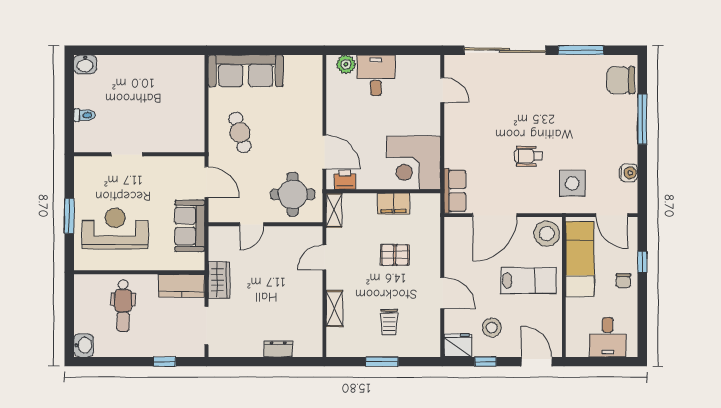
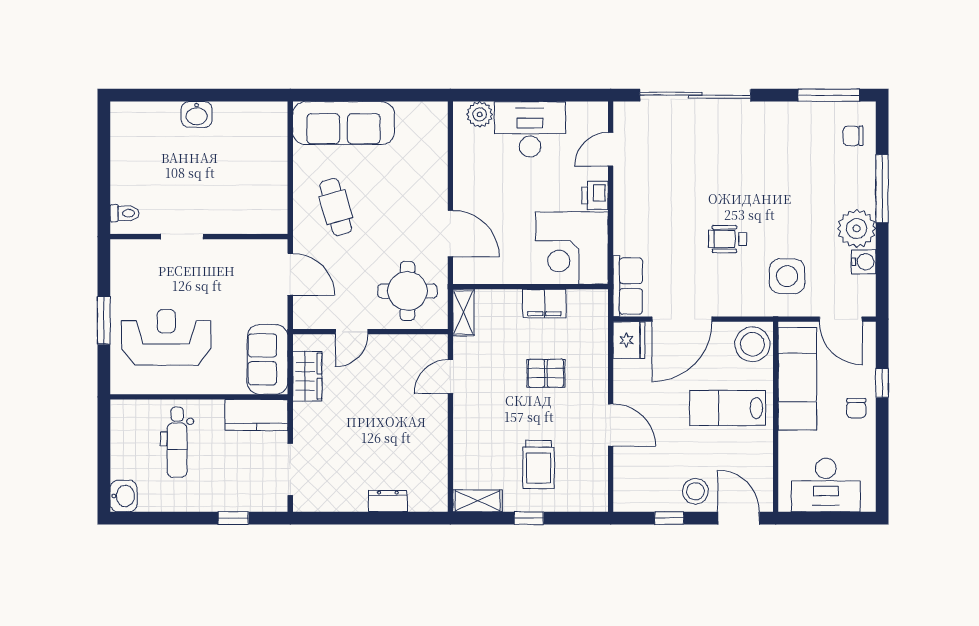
window: (581, 50) -> (829, 95), moved
washbasin: (85, 64) -> (197, 114), moved
desk: (376, 75) -> (530, 129), width x1.37
chair: (621, 80) -> (853, 136), width x0.54, depth x0.54
door: (442, 90) -> (611, 149), swing flipped
toilet: (84, 115) -> (125, 213), moved
plant: (623, 148) -> (857, 228), added
printer: (345, 180) -> (595, 195), moved, turned -90
sofa: (190, 226) -> (268, 359), moved
wardrobe: (219, 280) -> (307, 376), moved
lab bench: (528, 281) -> (728, 408), turned 180
shelving: (334, 309) -> (478, 501), moved, turned 90
trolley: (389, 322) -> (538, 465), width x1.36, depth x1.39
stool: (492, 328) -> (695, 491), moved
desk: (608, 337) -> (826, 485), width x1.37
fridge: (458, 345) -> (629, 340), moved, turned 90
window: (382, 362) -> (529, 518), width x0.67

